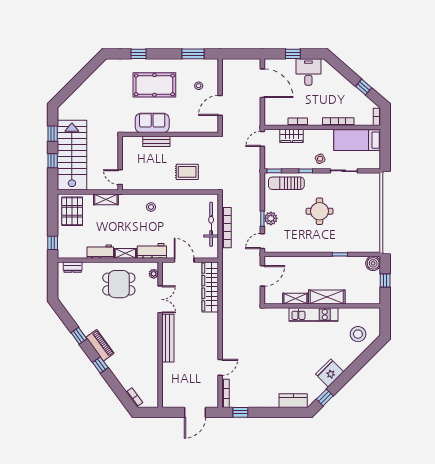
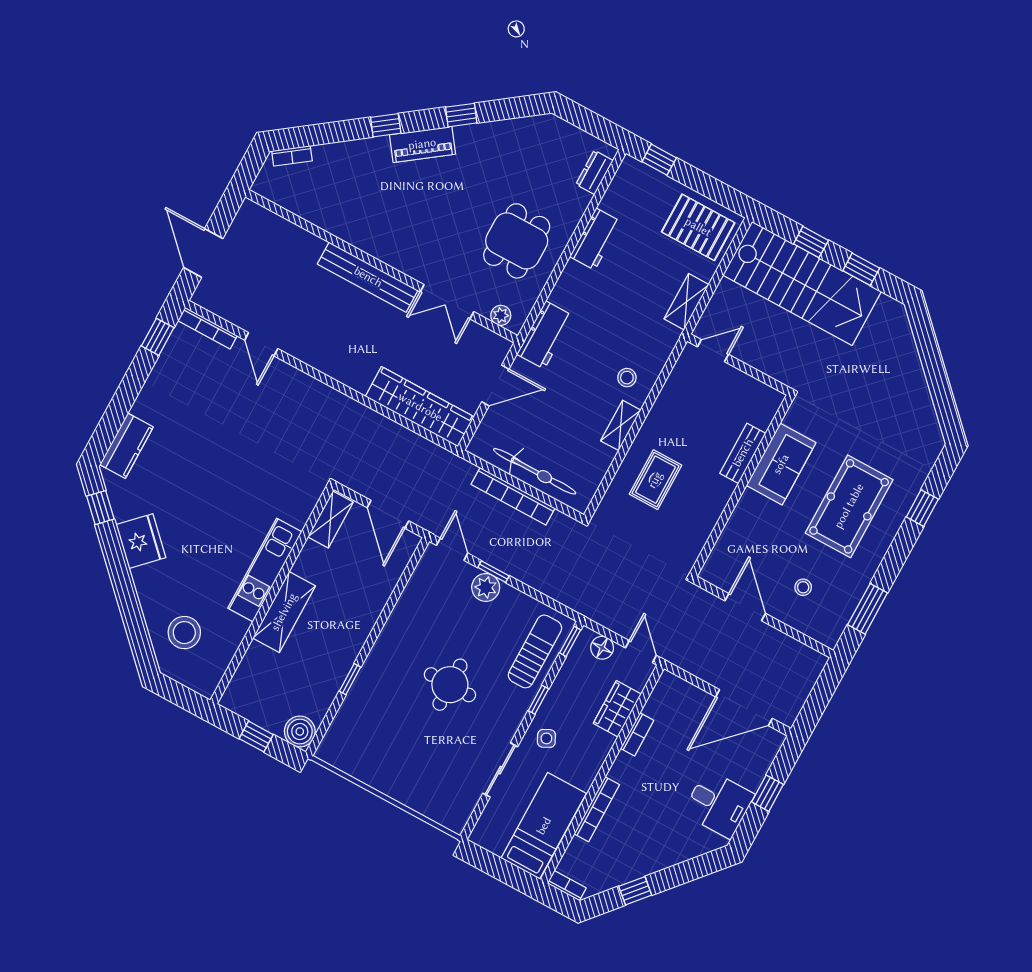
floor lamp: (270, 156) -> (602, 648), added
shelving: (125, 253) -> (621, 425), moved
shelving: (295, 299) -> (331, 520), moved

